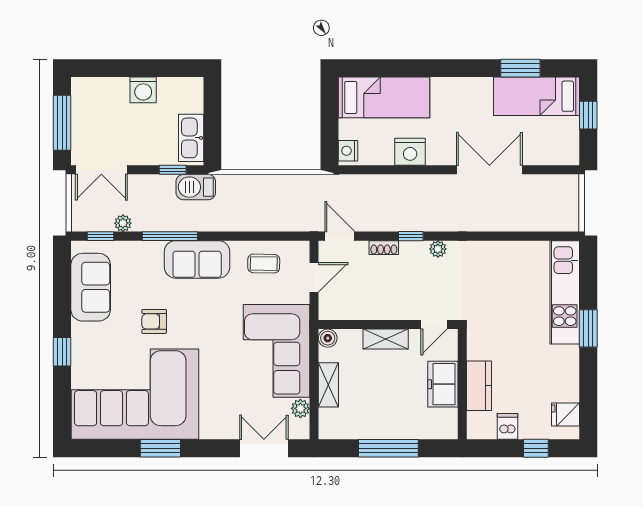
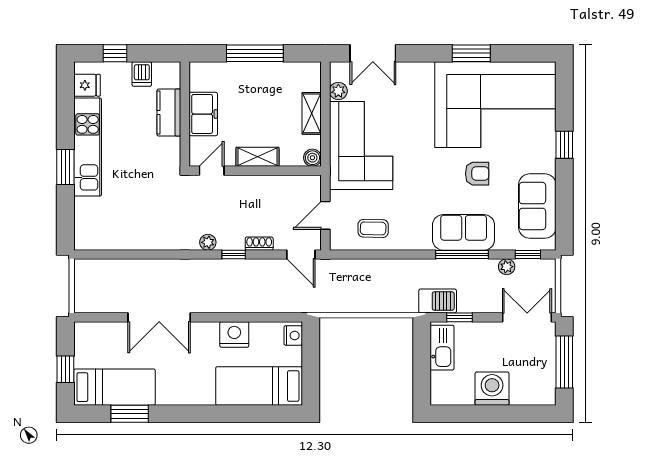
washing machine: (143, 90) -> (492, 389), width x1.37, depth x1.37
sofa: (197, 259) -> (464, 232), moved
kitchen unit: (565, 292) -> (88, 147), moved

